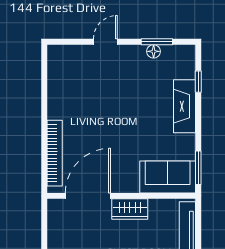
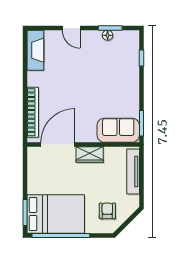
door: (105, 42) -> (71, 28), swing flipped
fireplace: (185, 106) -> (35, 50), moved, turned 180

